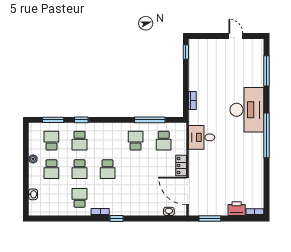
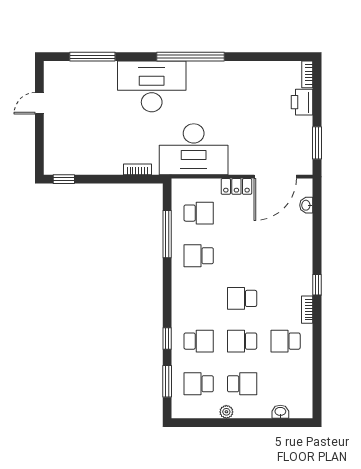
desk: (202, 137) -> (194, 149), width x1.87, depth x1.30
school desk: (80, 169) -> (242, 341), turned 180
school desk: (108, 169) -> (242, 298), turned 180

